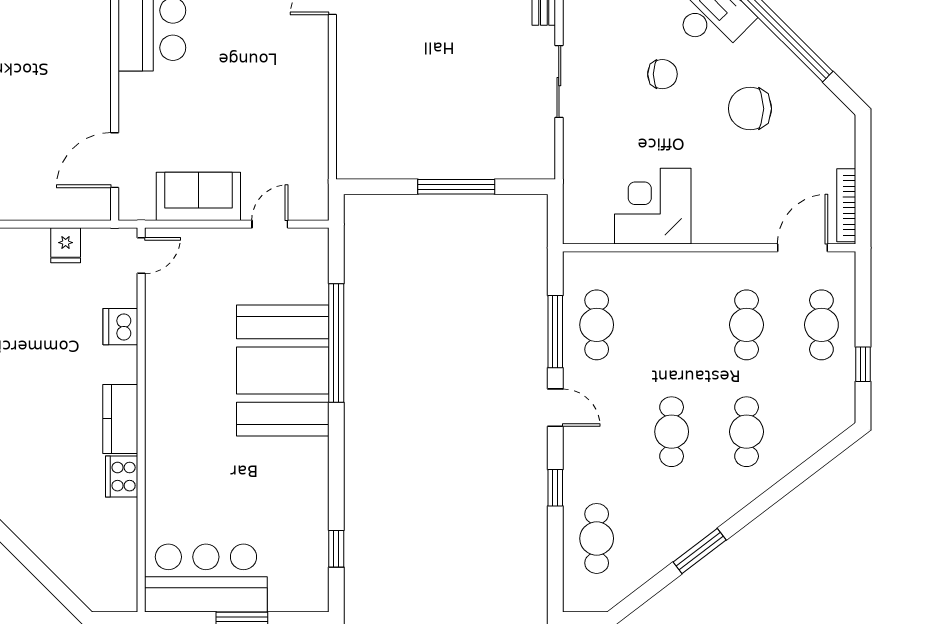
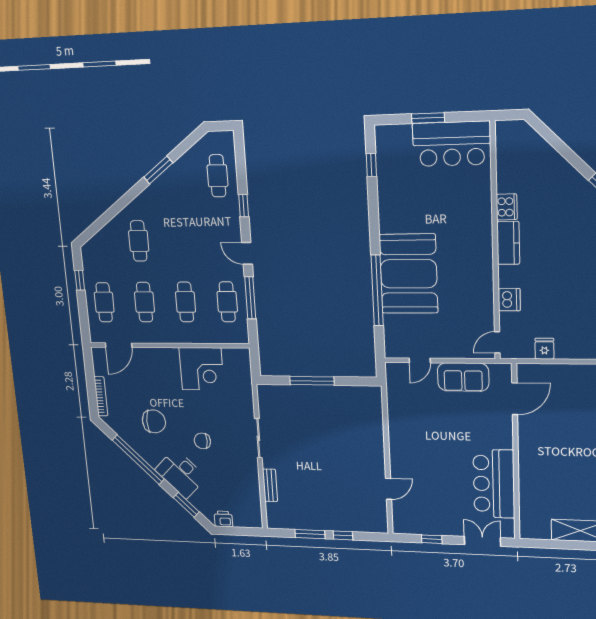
bookcase: (846, 205) -> (101, 396), moved
cafe table: (672, 432) -> (186, 302), moved

